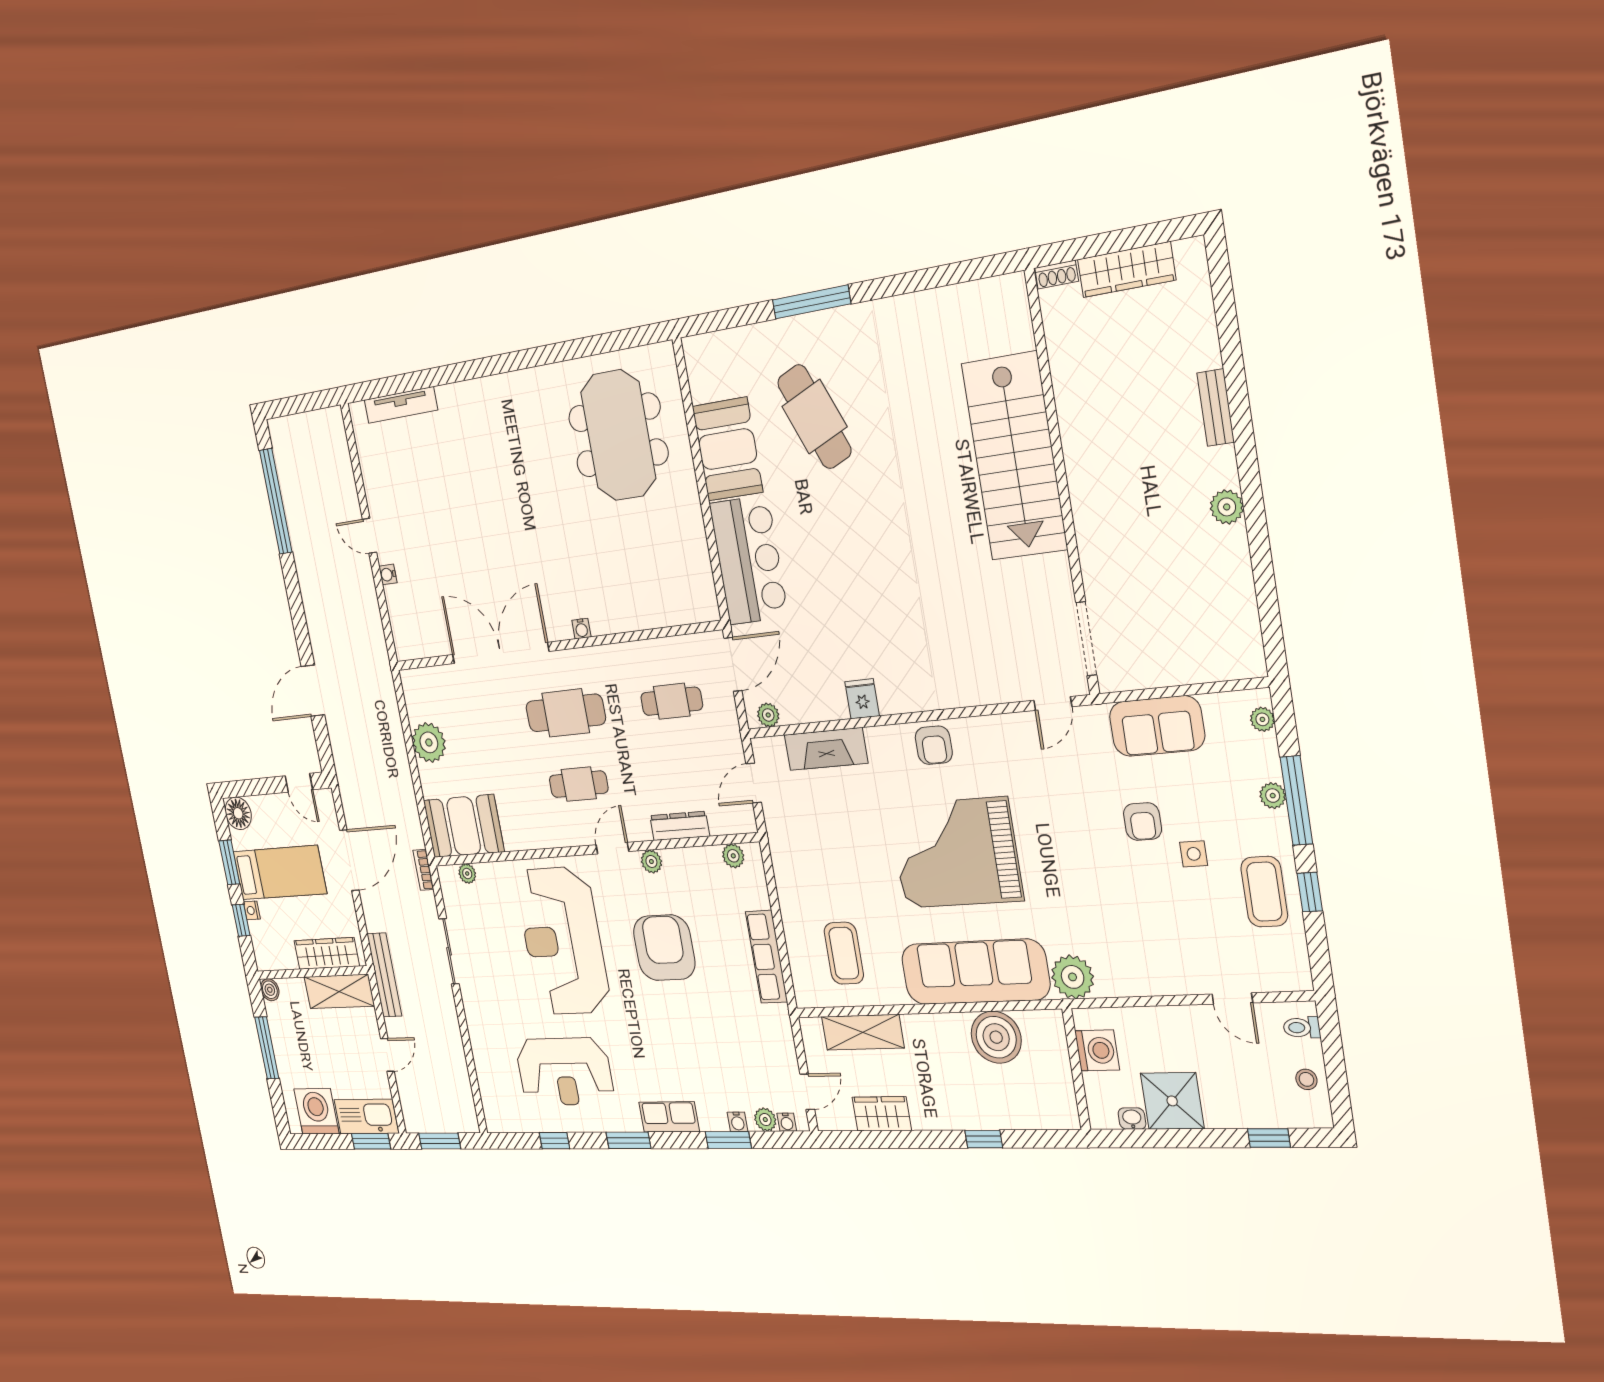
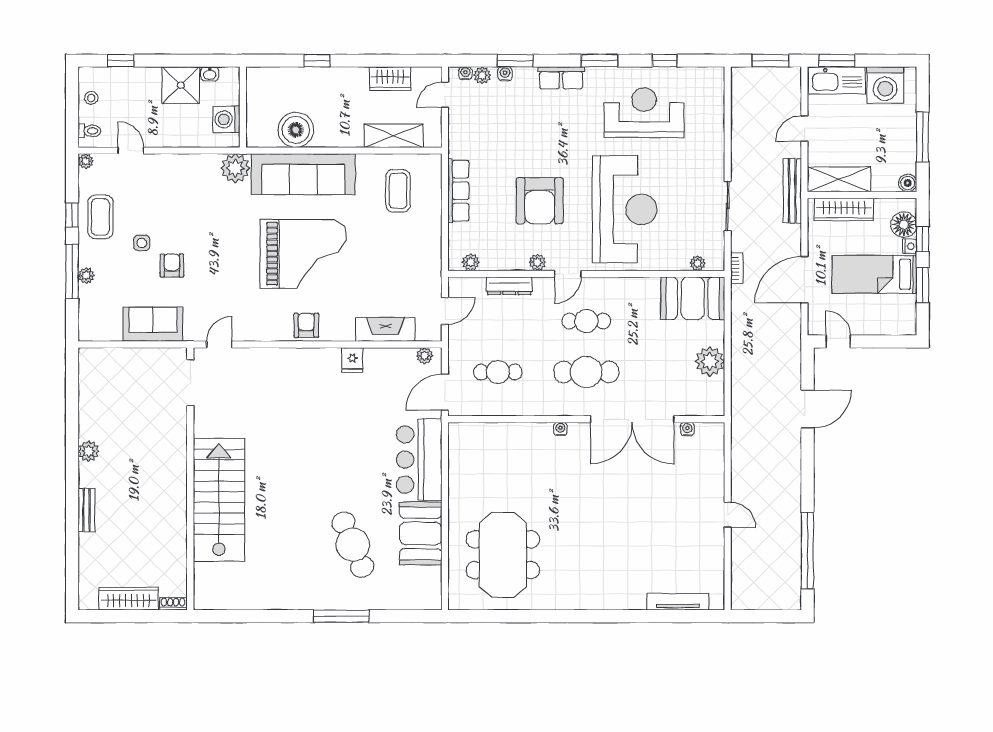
water cooler: (388, 574) -> (687, 429), moved, turned -90
plant: (1262, 719) -> (86, 161), moved
floor lamp: (238, 813) -> (904, 225), moved

